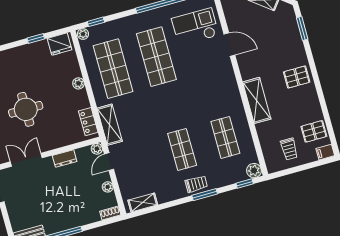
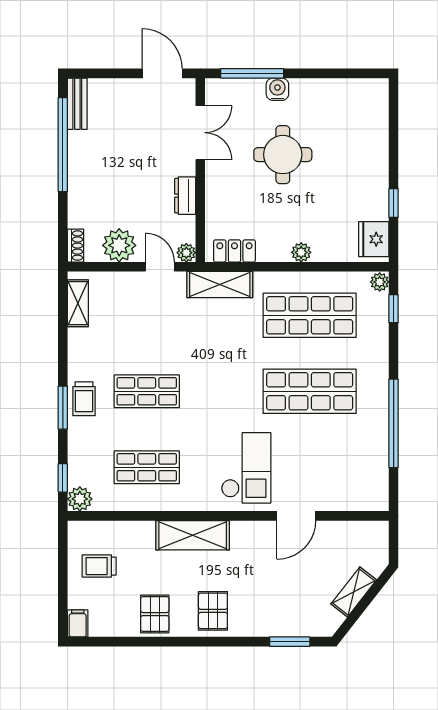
checkout: (195, 27) -> (246, 468), moved
pallet: (314, 131) -> (155, 614), moved
plant: (108, 187) -> (119, 245), width x1.88, depth x1.88

